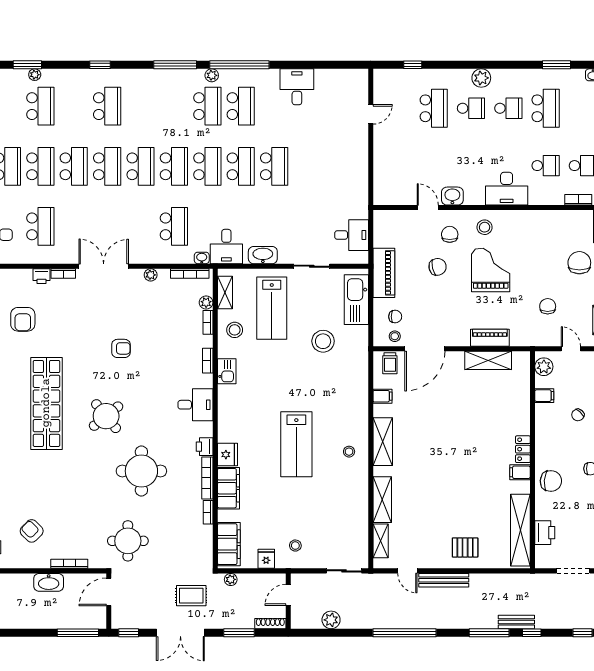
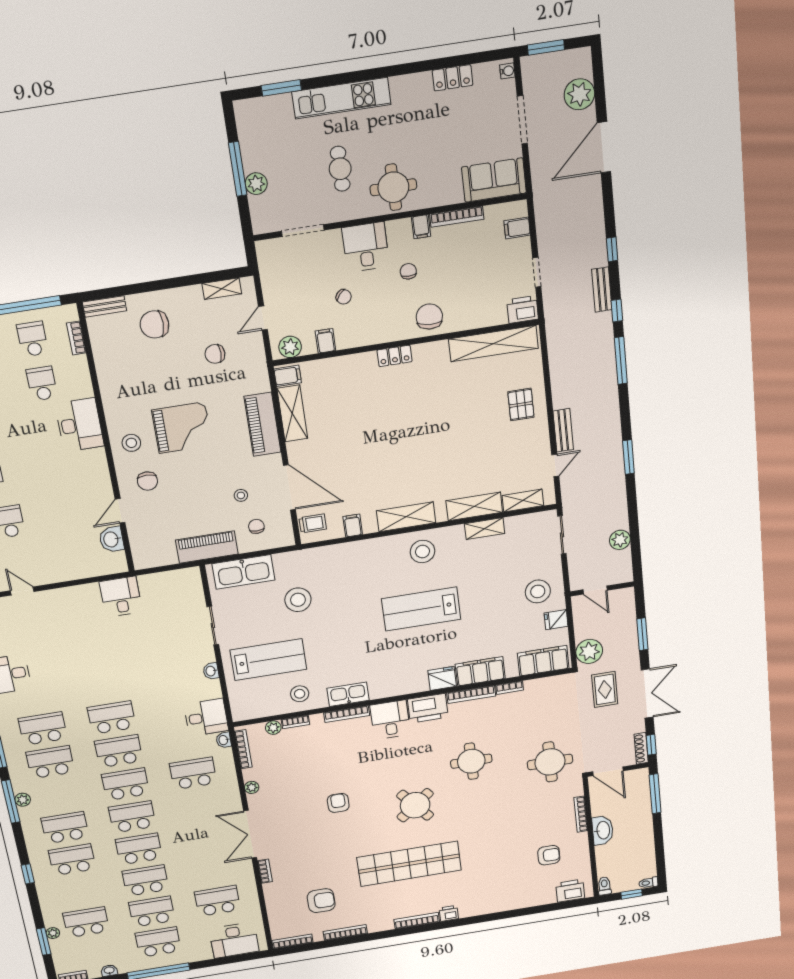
plant: (212, 75) -> (23, 800), moved
school desk: (274, 166) -> (65, 828), moved
washbasin: (452, 196) -> (111, 539), moved
chair: (450, 234) -> (147, 481), turned -90
desk: (352, 235) -> (121, 597), moved
washbasin: (263, 255) -> (211, 671), width x0.52, depth x0.69
chair: (438, 267) -> (189, 489), removed
grand piano: (491, 270) -> (182, 428), turned 180
printer: (41, 276) -> (271, 891), removed
shelving: (225, 293) -> (485, 529), moved
stool: (395, 336) -> (241, 495), moved
piano: (490, 338) -> (262, 424), width x1.37, depth x1.33
bookcase: (208, 361) -> (347, 714), width x1.56
kitchen sink: (227, 371) -> (348, 694), width x1.38
lab bench: (296, 444) -> (421, 609), turned 180
printer: (205, 447) -> (428, 708), width x1.87, depth x1.48
stool: (349, 452) -> (422, 552), width x1.89, depth x1.89
round table: (141, 471) -> (471, 761), width x0.73, depth x0.73
filing cabinet: (520, 472) -> (288, 376), moved, turned -90
armchair: (32, 531) -> (549, 855), turned -135
printer: (545, 533) -> (523, 309), moved
stool: (295, 546) -> (538, 591), width x1.89, depth x1.89
doorway: (573, 571) -> (537, 272), width x0.73
plant: (231, 579) -> (589, 651), width x1.88, depth x1.88
bench: (444, 580) -> (563, 430), width x0.73
bench: (516, 622) -> (602, 290), moved
shoe rack: (270, 624) -> (641, 748), moved
window: (405, 633) -> (628, 457), width x0.47

